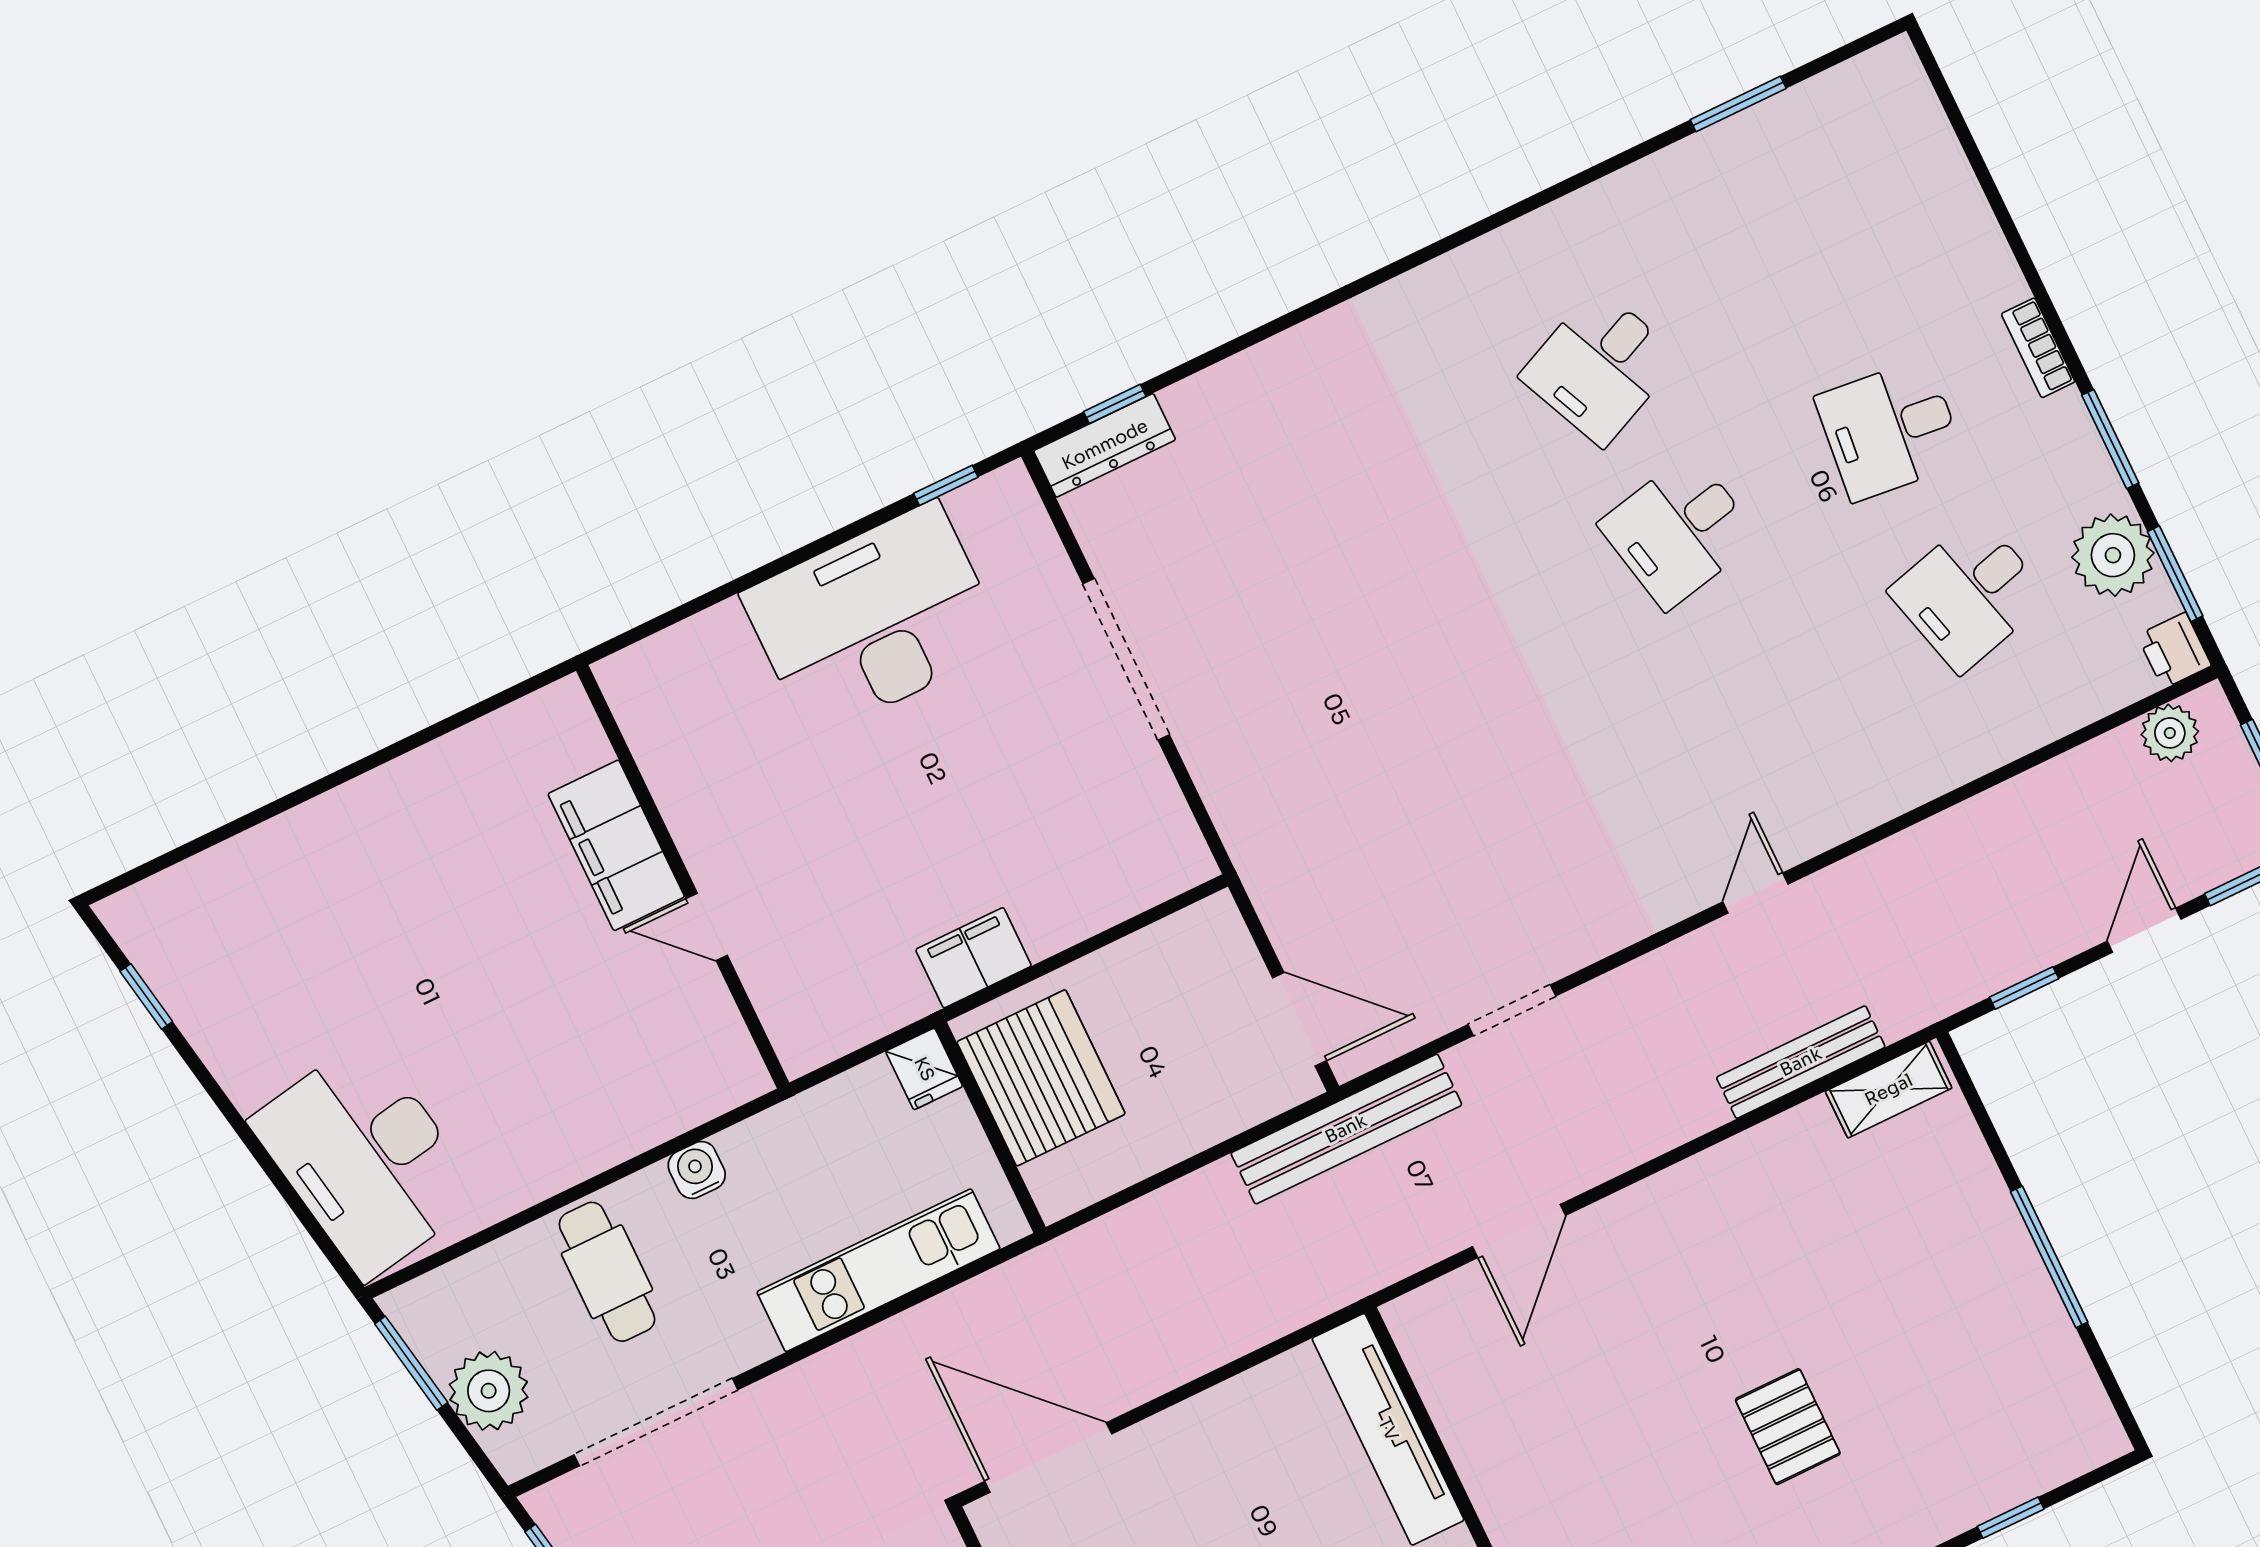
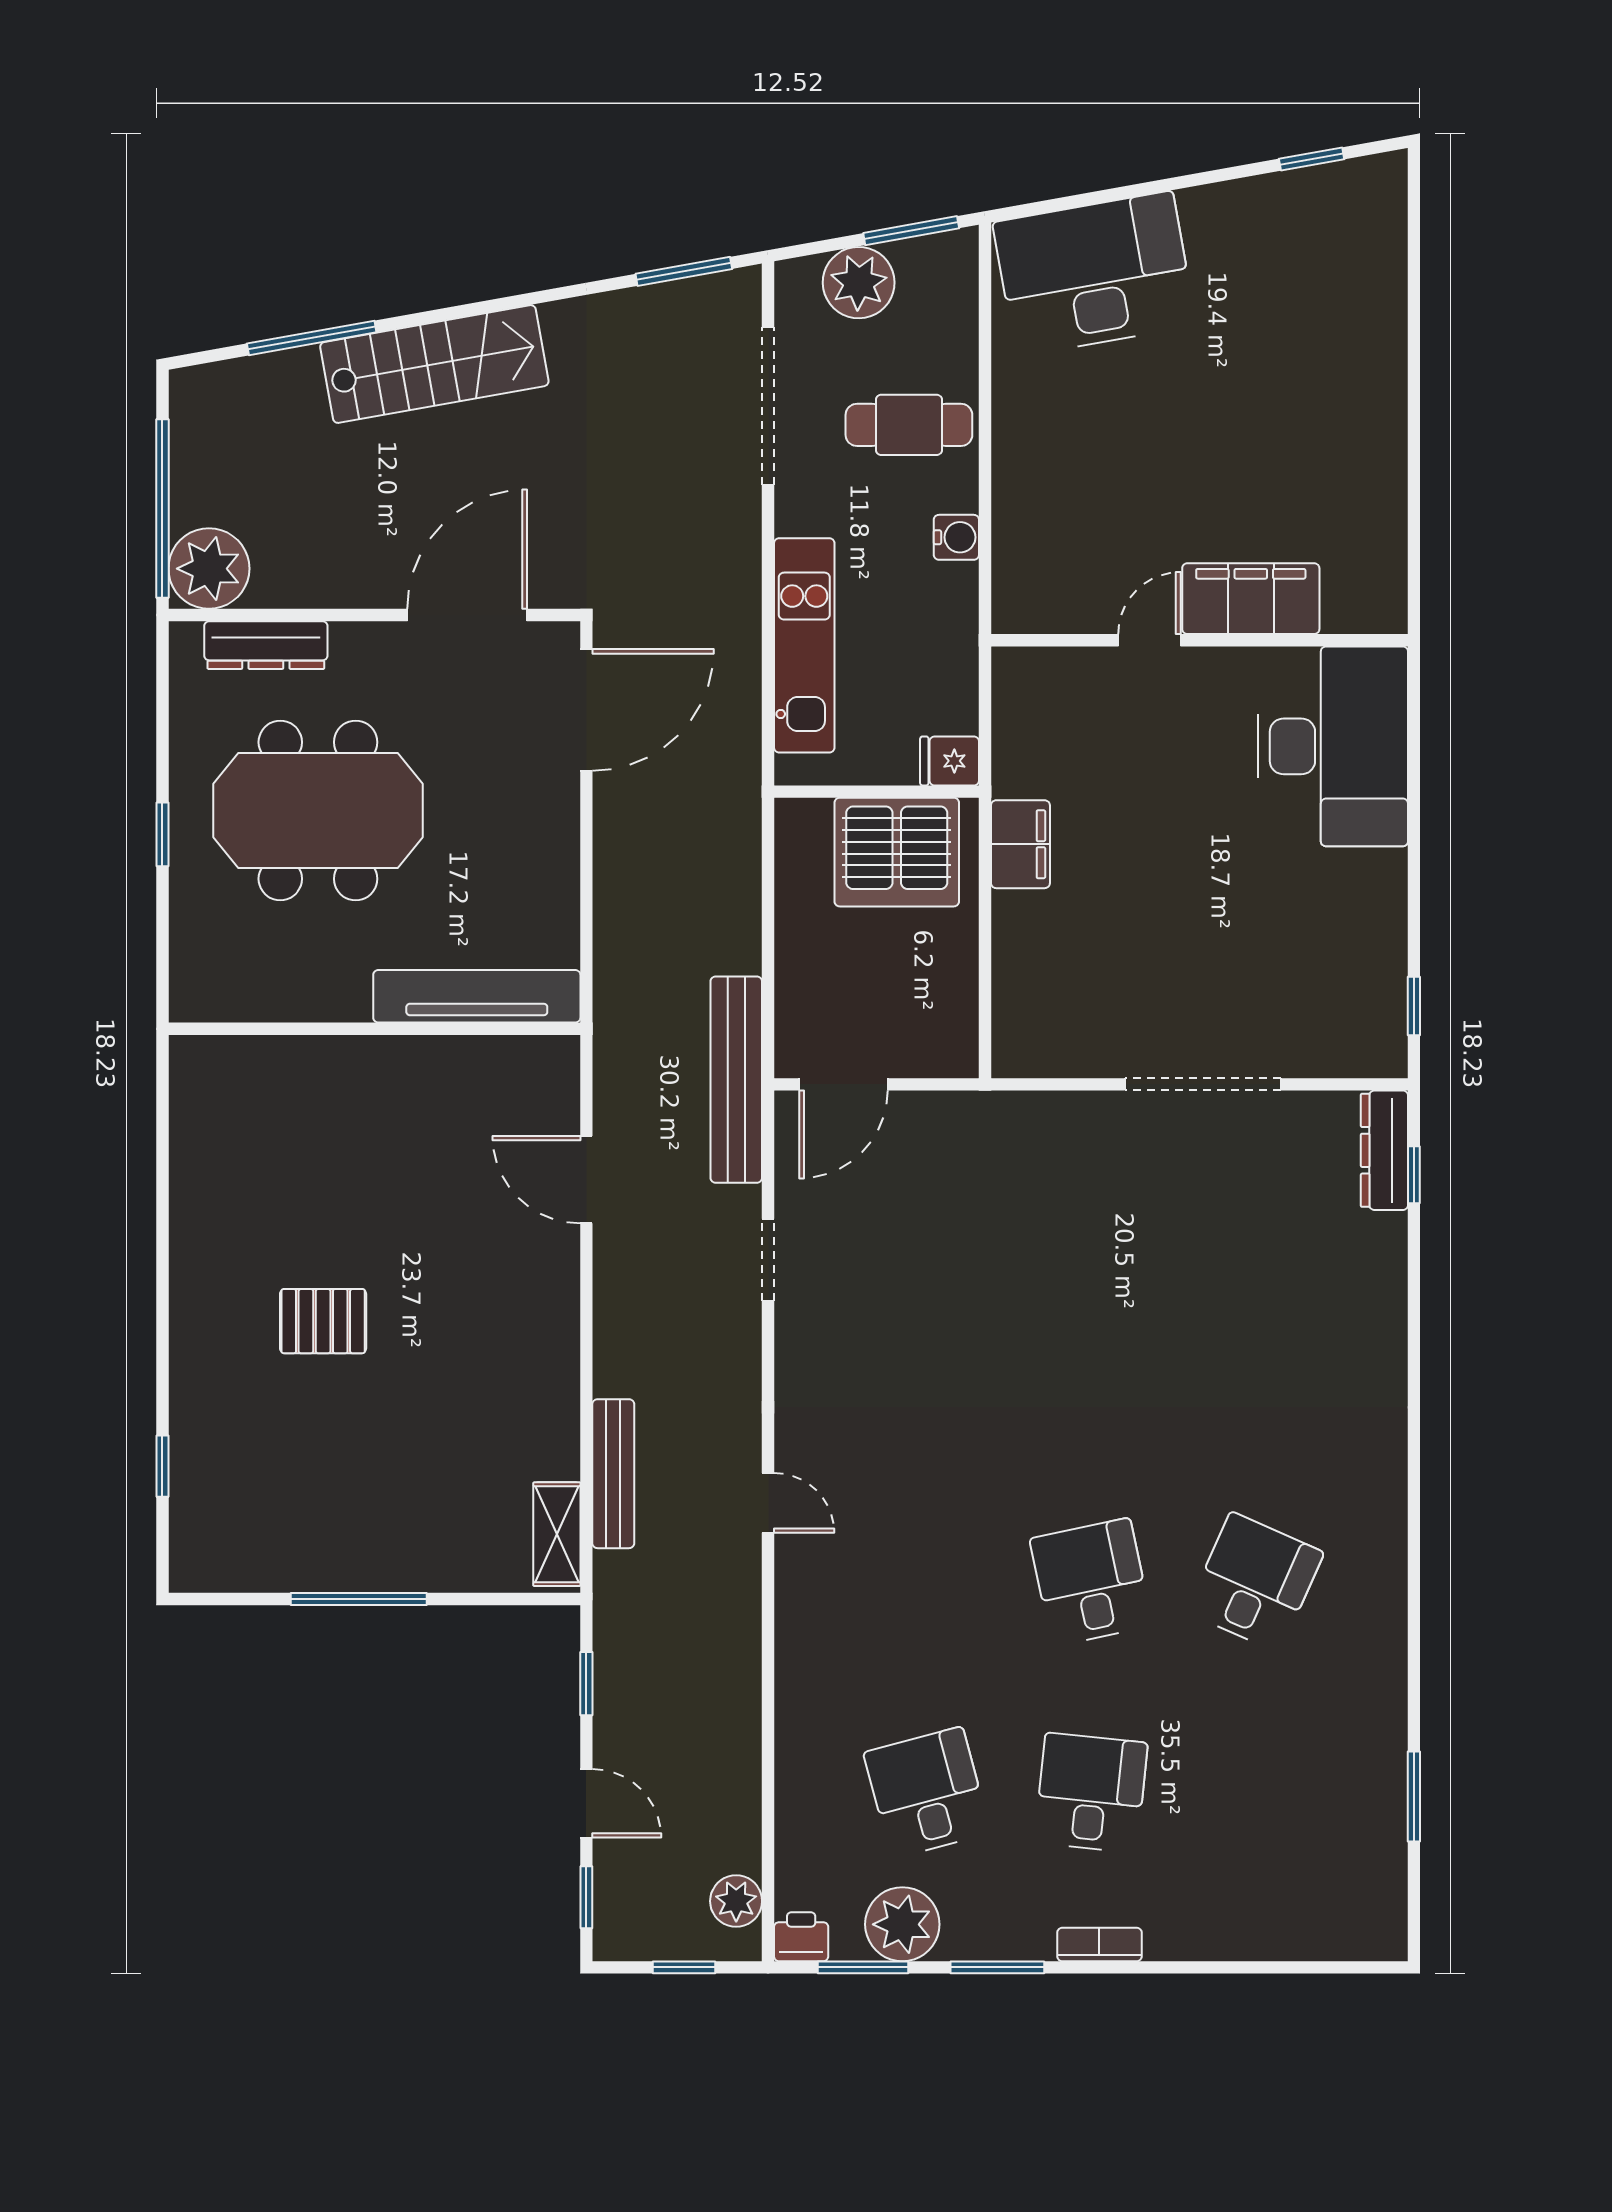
desk: (1600, 367) -> (1255, 1582), turned 48
desk: (874, 620) -> (1333, 746), moved

